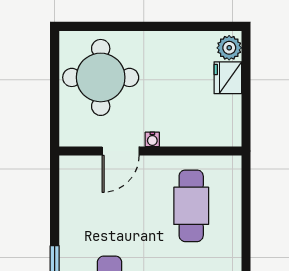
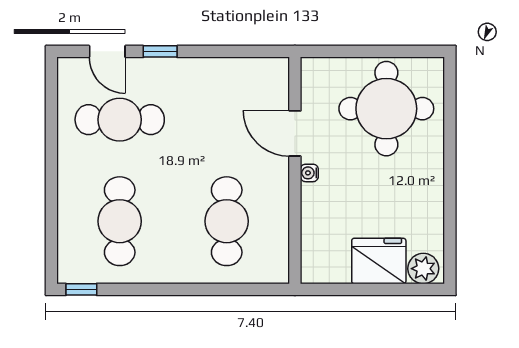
fridge: (228, 78) -> (379, 261), width x1.36, depth x1.34
cafe table: (191, 206) -> (227, 221), turned 90

